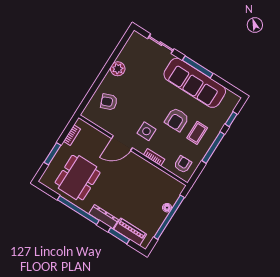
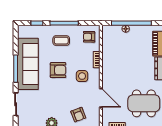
armchair: (177, 120) -> (58, 70), moved
door: (122, 143) -> (101, 98), moved

